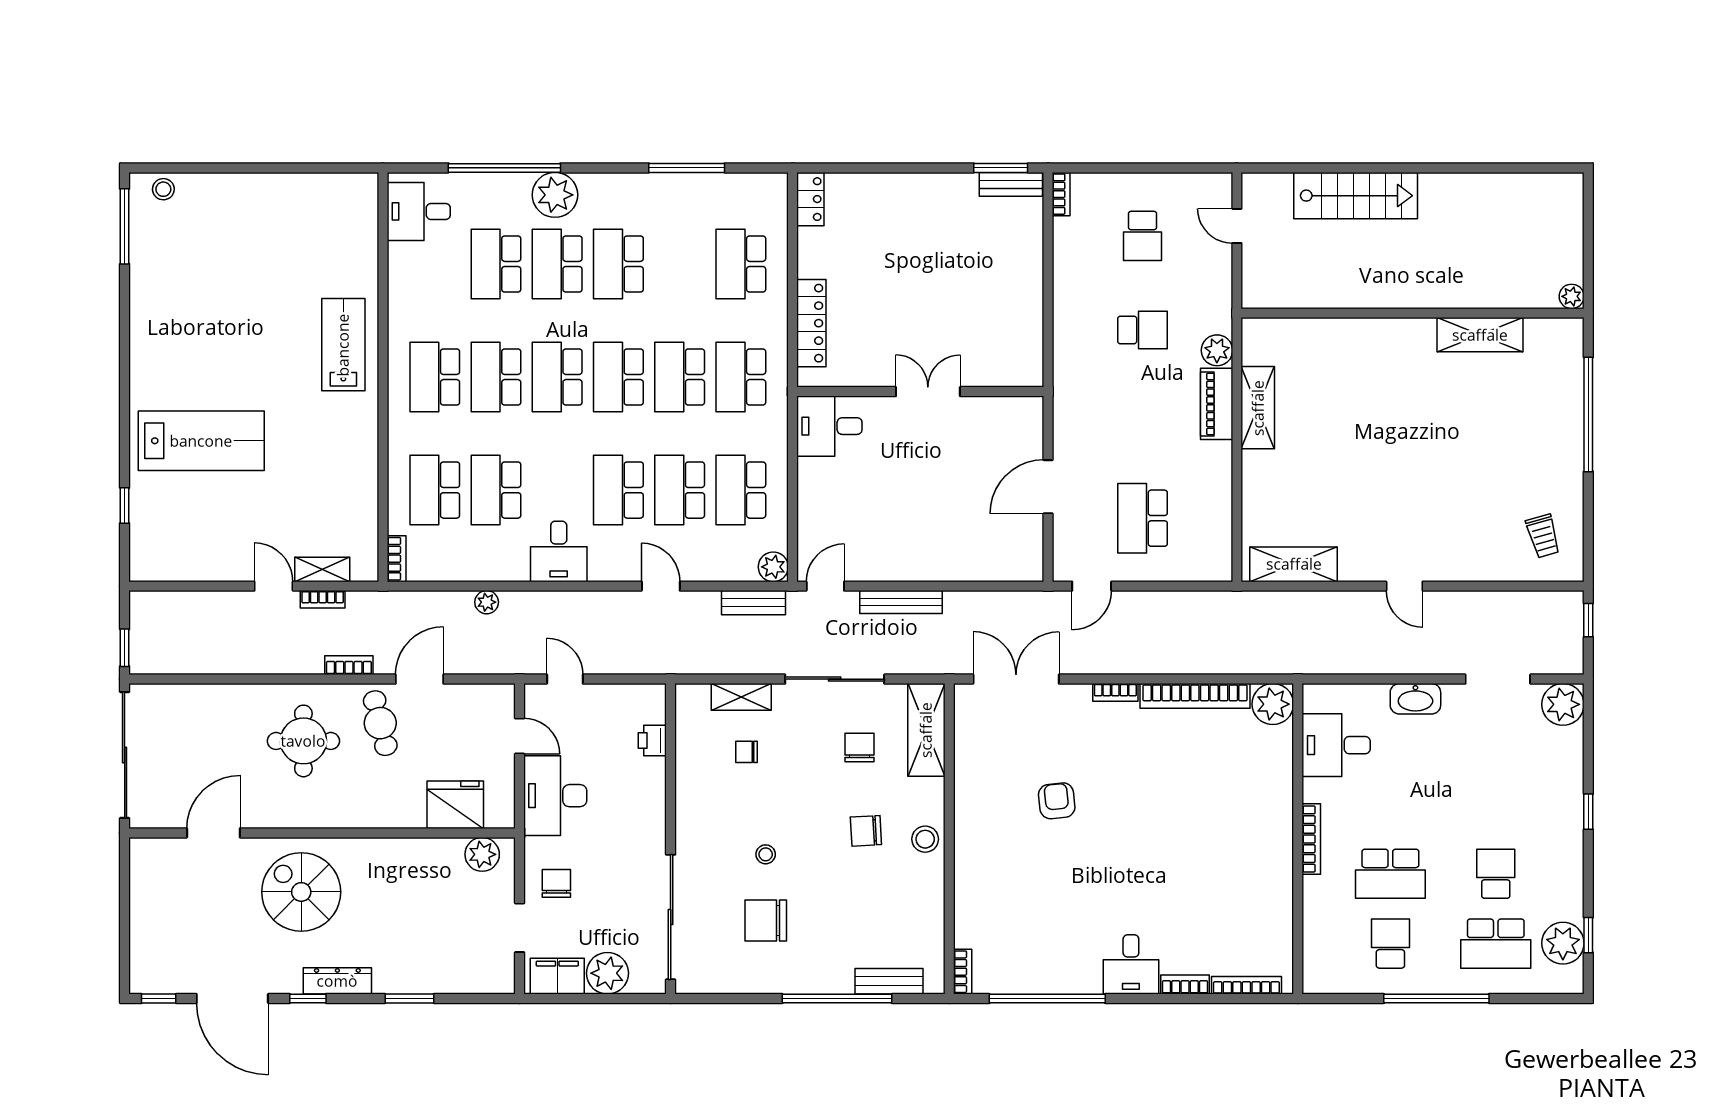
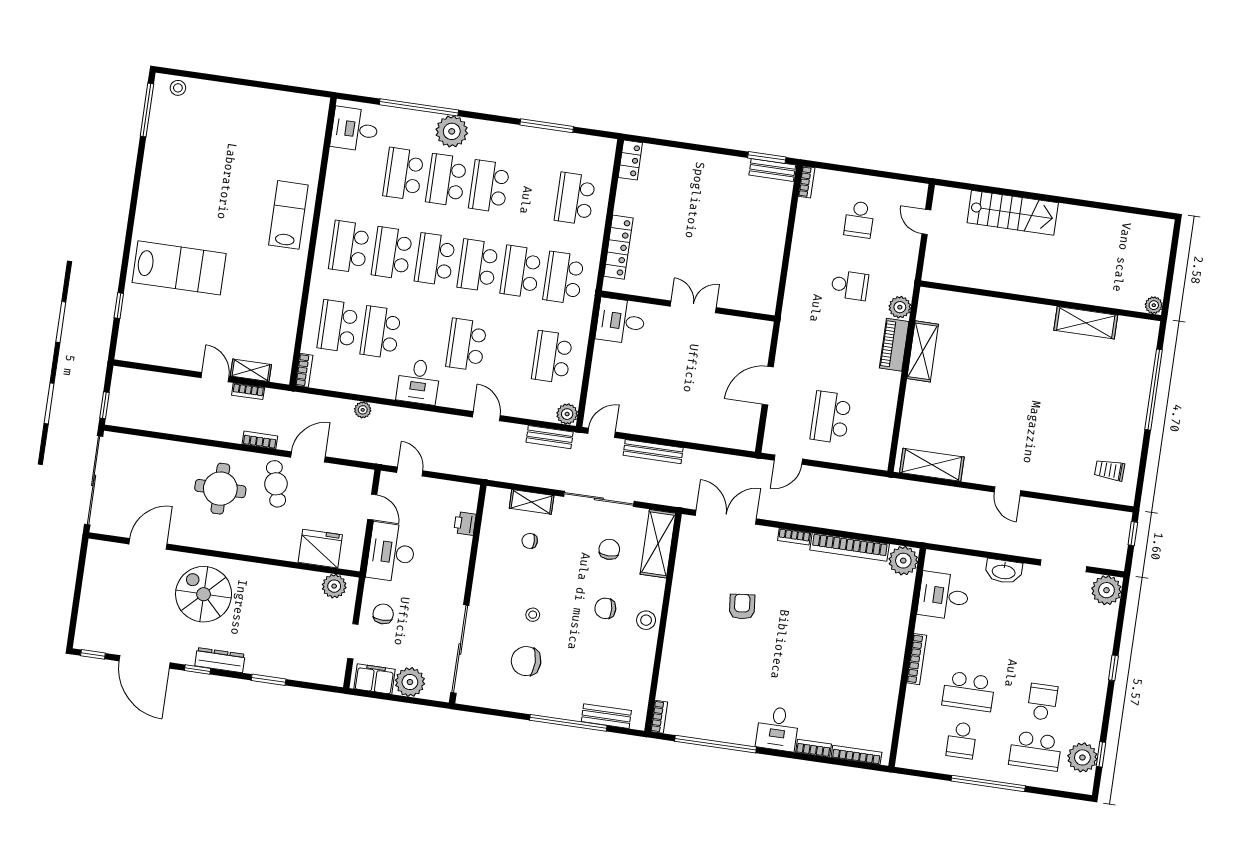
school desk: (680, 490) -> (509, 351), removed
trolley: (1543, 536) -> (1110, 470), turned 108
school desk: (1390, 944) -> (961, 740), turned 180

